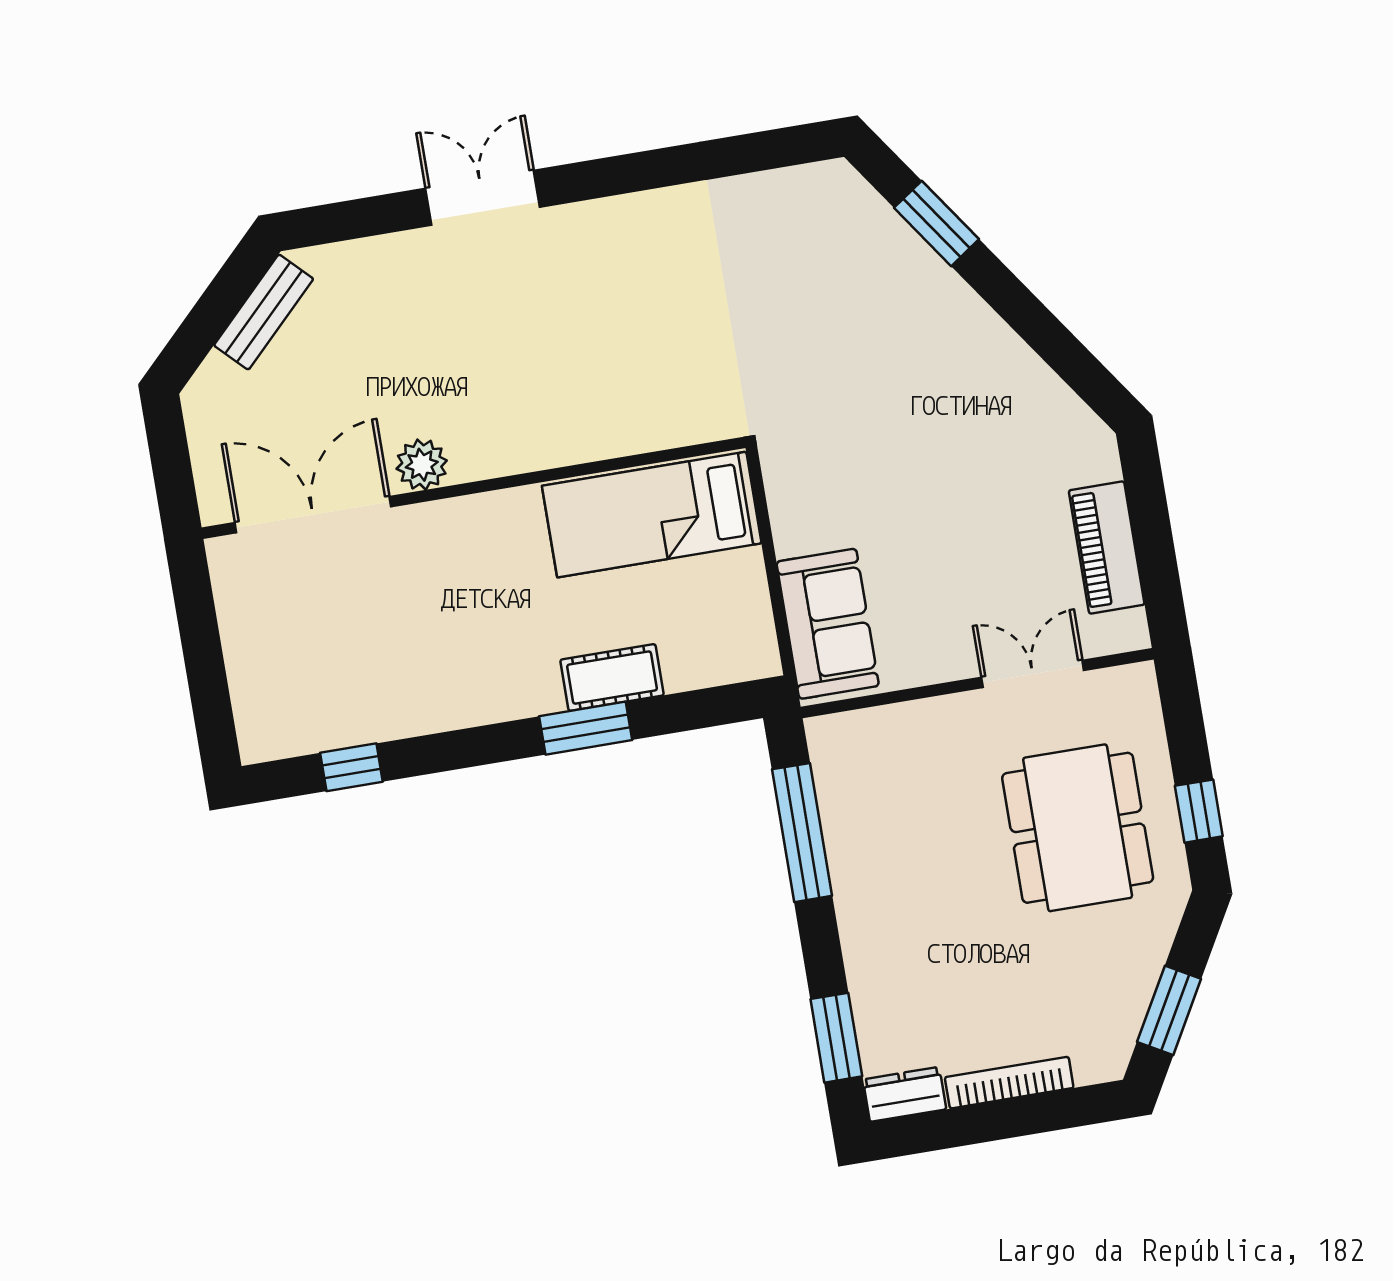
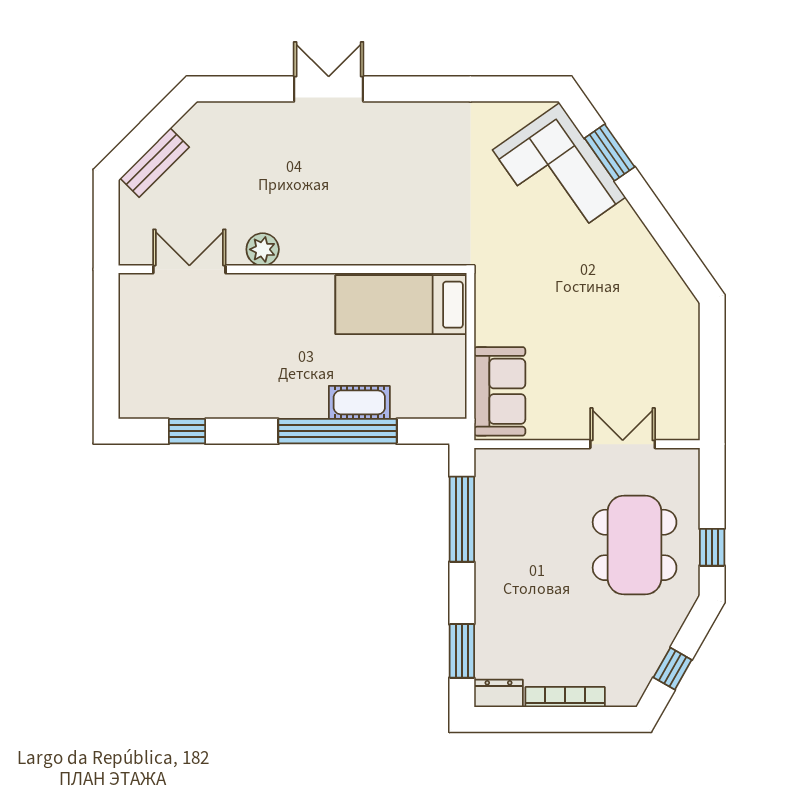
corner sofa: (863, 269) -> (559, 173), added
bench: (264, 312) -> (155, 163), moved
double door: (313, 515) -> (189, 269), width x0.73
piano: (1107, 547) -> (682, 373), removed
window: (586, 728) -> (337, 431), width x2.11
window: (1169, 1010) -> (673, 669), width x0.67

